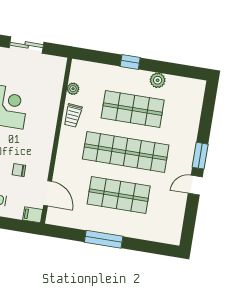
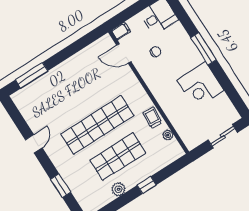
window: (200, 156) -> (61, 186), moved
shop shelf: (119, 195) -> (77, 93), removed
window: (104, 239) -> (32, 75), moved

